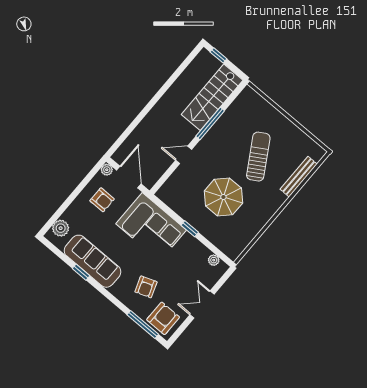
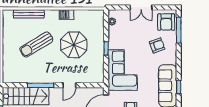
door: (184, 155) -> (69, 85), hinge flipped
barbecue: (263, 217) -> (67, 15), added
armchair: (163, 318) -> (166, 22), turned -90

